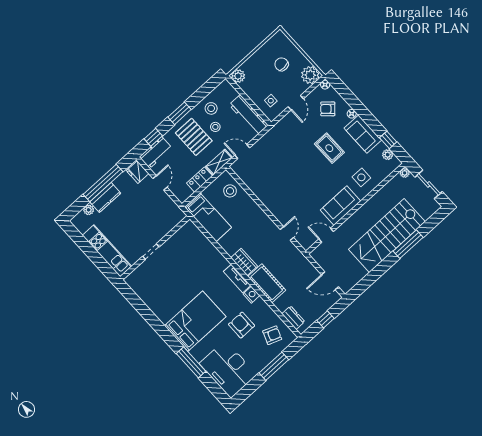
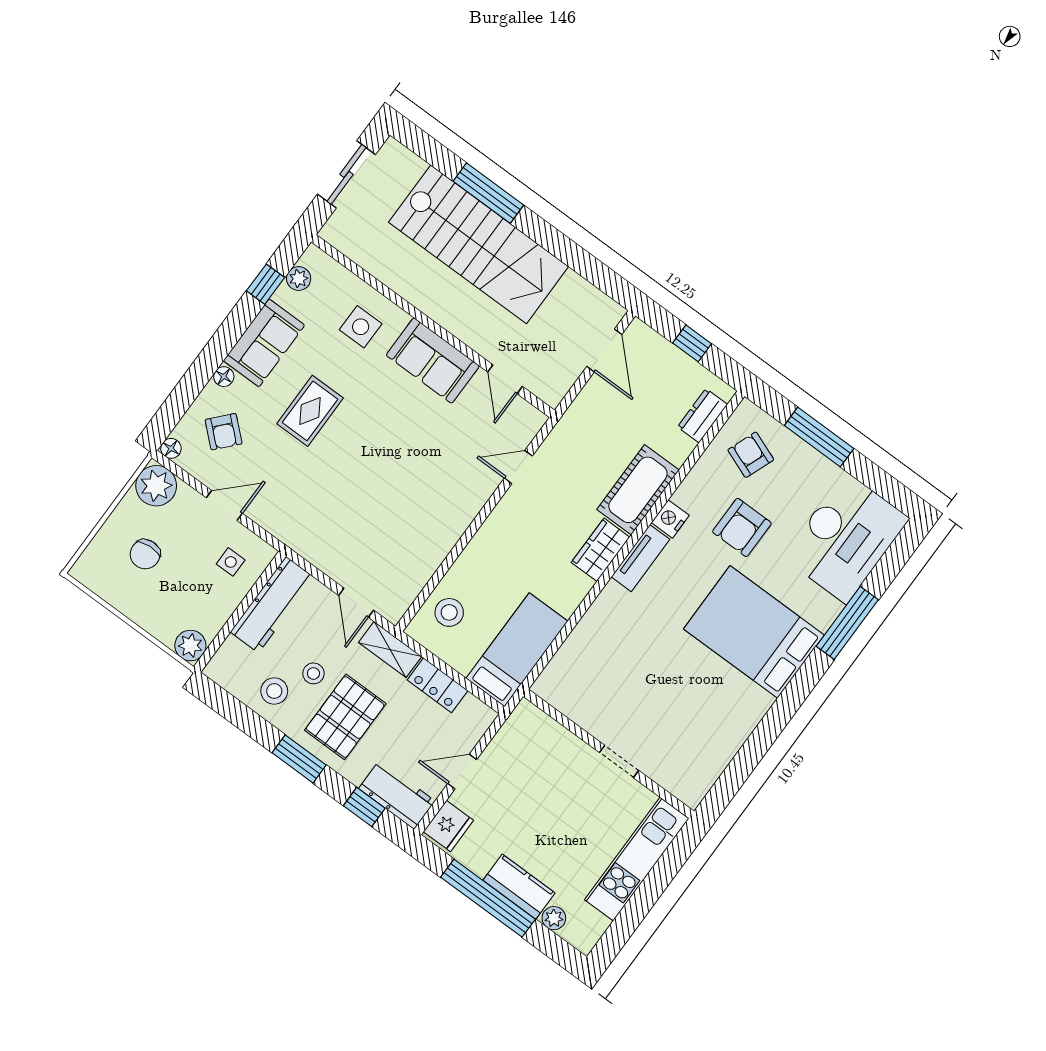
plant: (405, 173) -> (332, 233), removed

